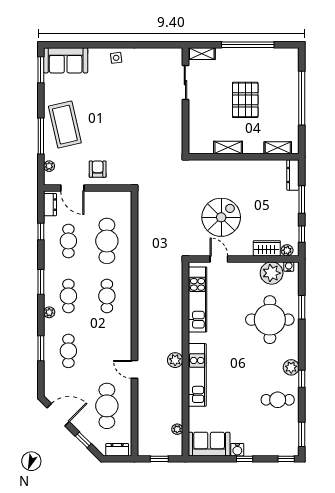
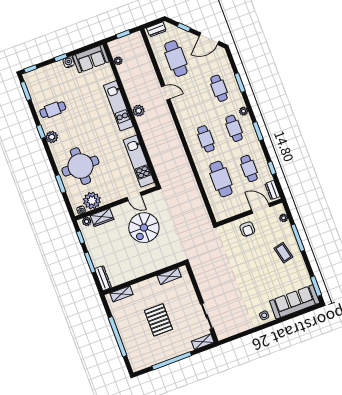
sofa: (66, 60) -> (295, 302), width x1.36
coffee table: (65, 125) -> (283, 253), width x0.54, depth x0.58
shelving: (228, 148) -> (169, 276), moved

